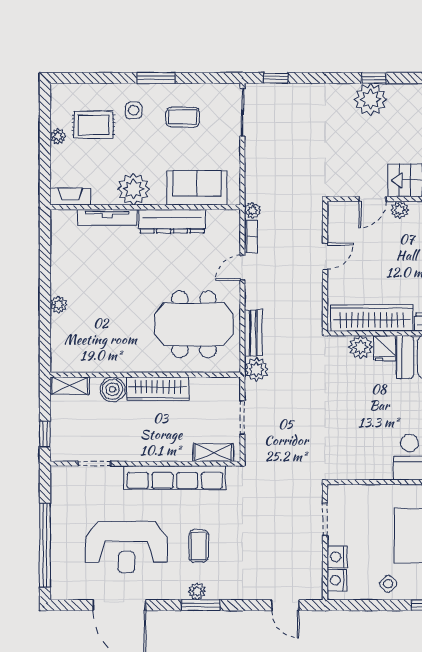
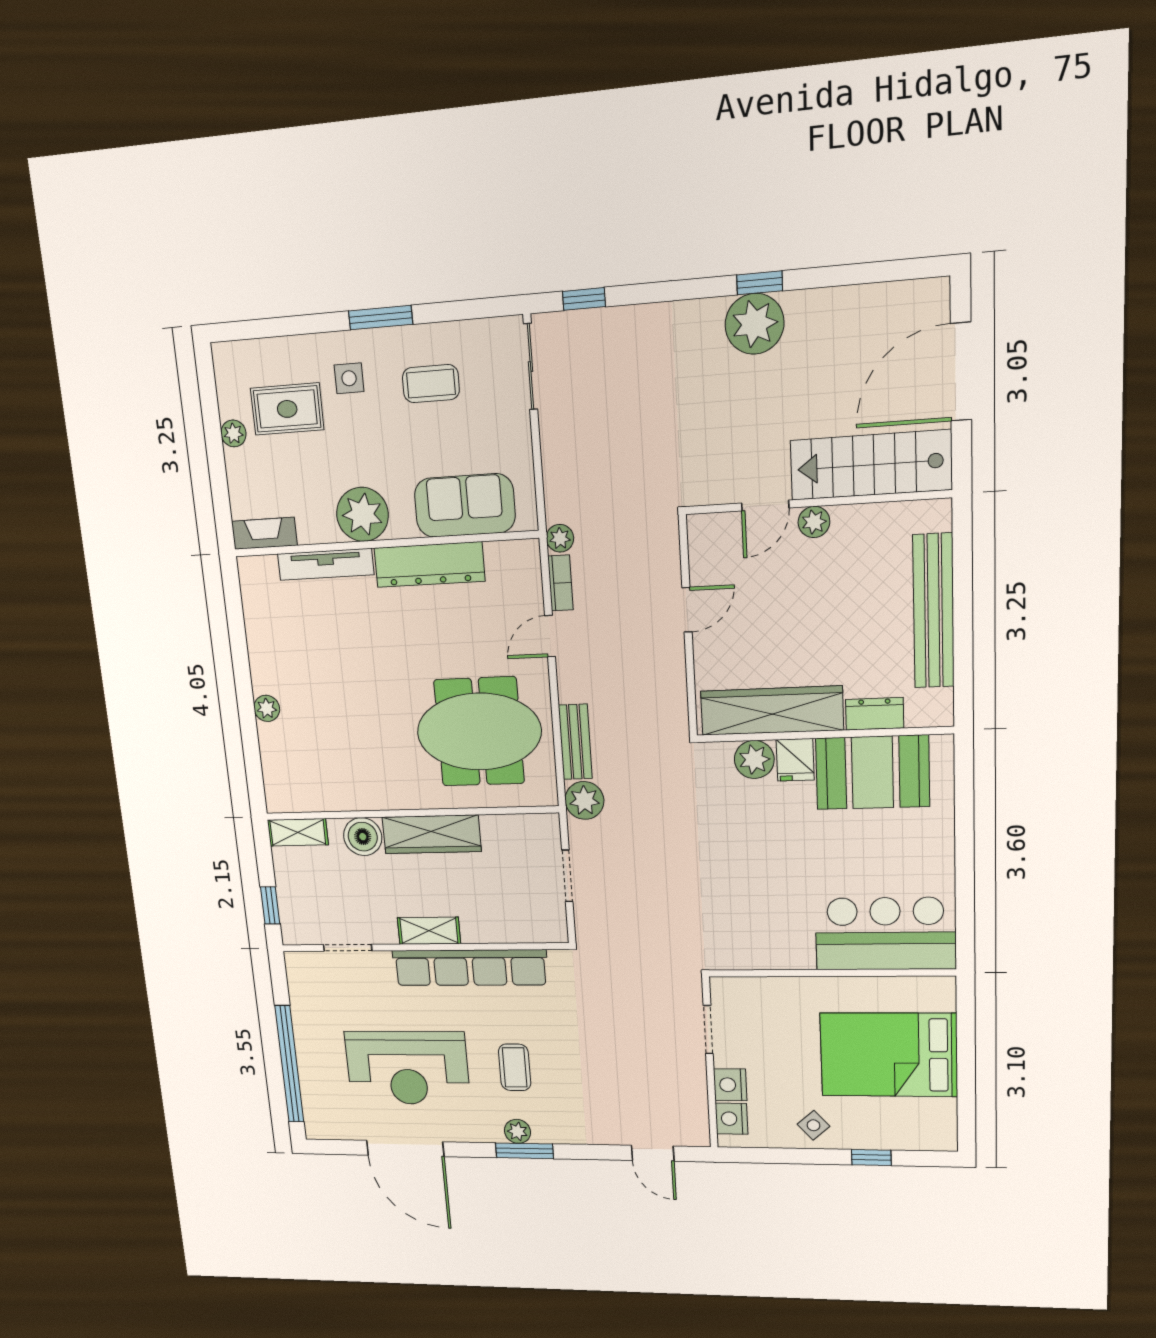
shelving: (213, 452) -> (429, 931), moved

